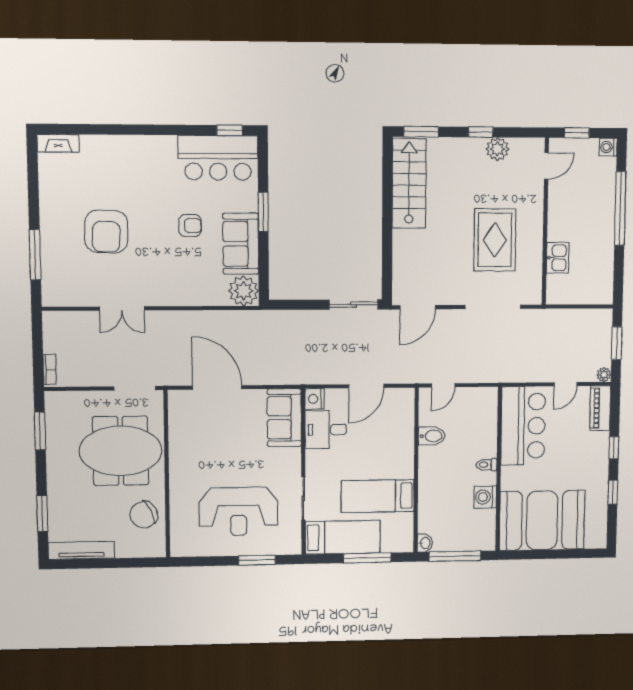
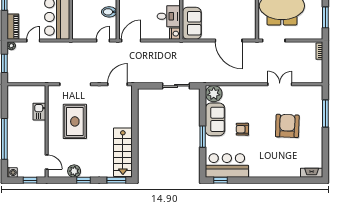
door: (546, 166) -> (47, 162), swing flipped
sliding door: (354, 305) -> (176, 86), moved
door: (366, 386) -> (131, 41), moved

